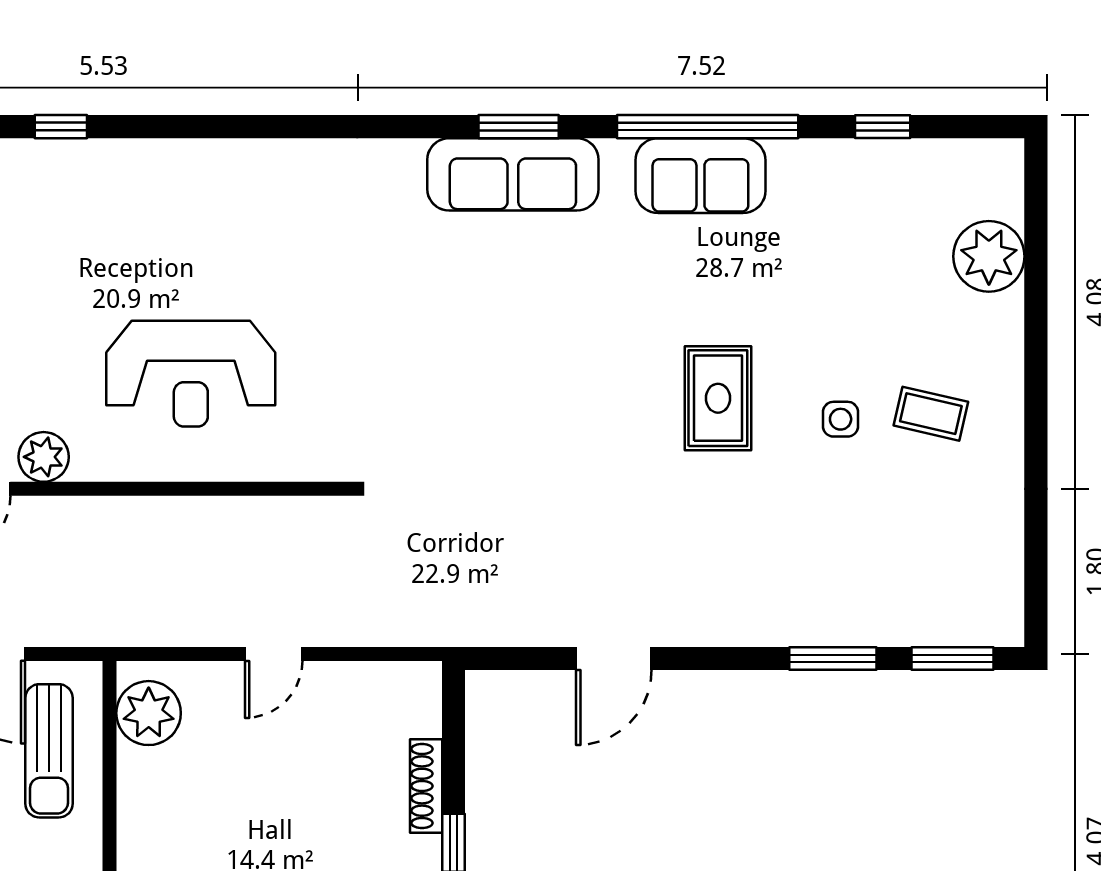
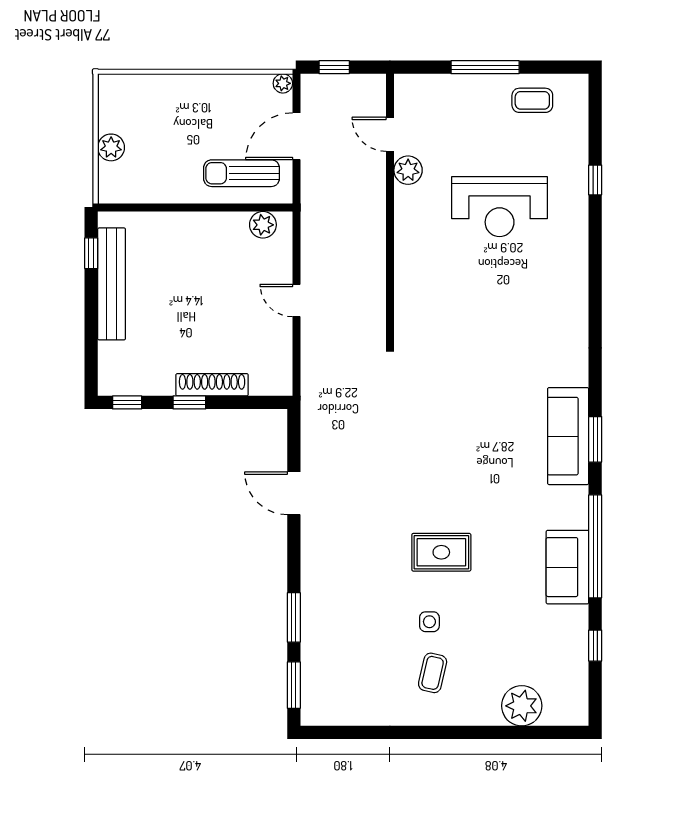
sofa: (700, 176) -> (567, 567), moved
reception desk: (191, 374) -> (500, 207), moved, turned -90
plant: (149, 713) -> (263, 225), width x0.73, depth x0.73
shoe rack: (426, 786) -> (212, 385), width x1.36, depth x1.24

